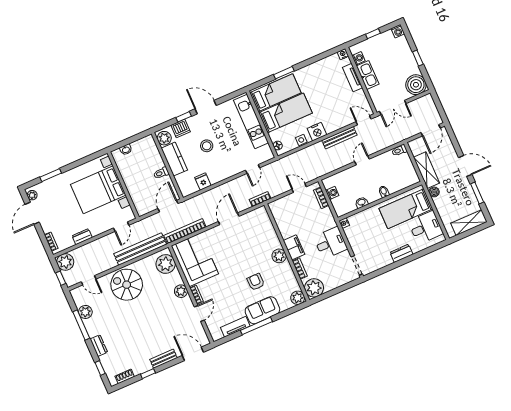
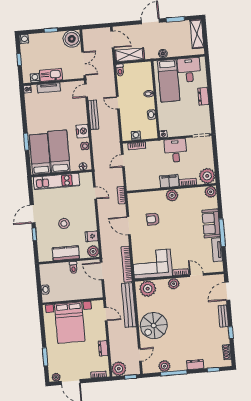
dishwasher: (181, 128) -> (43, 240), removed
plant: (164, 138) -> (93, 251), moved
shelving: (426, 170) -> (129, 55), moved
armchair: (256, 282) -> (153, 219), moved

